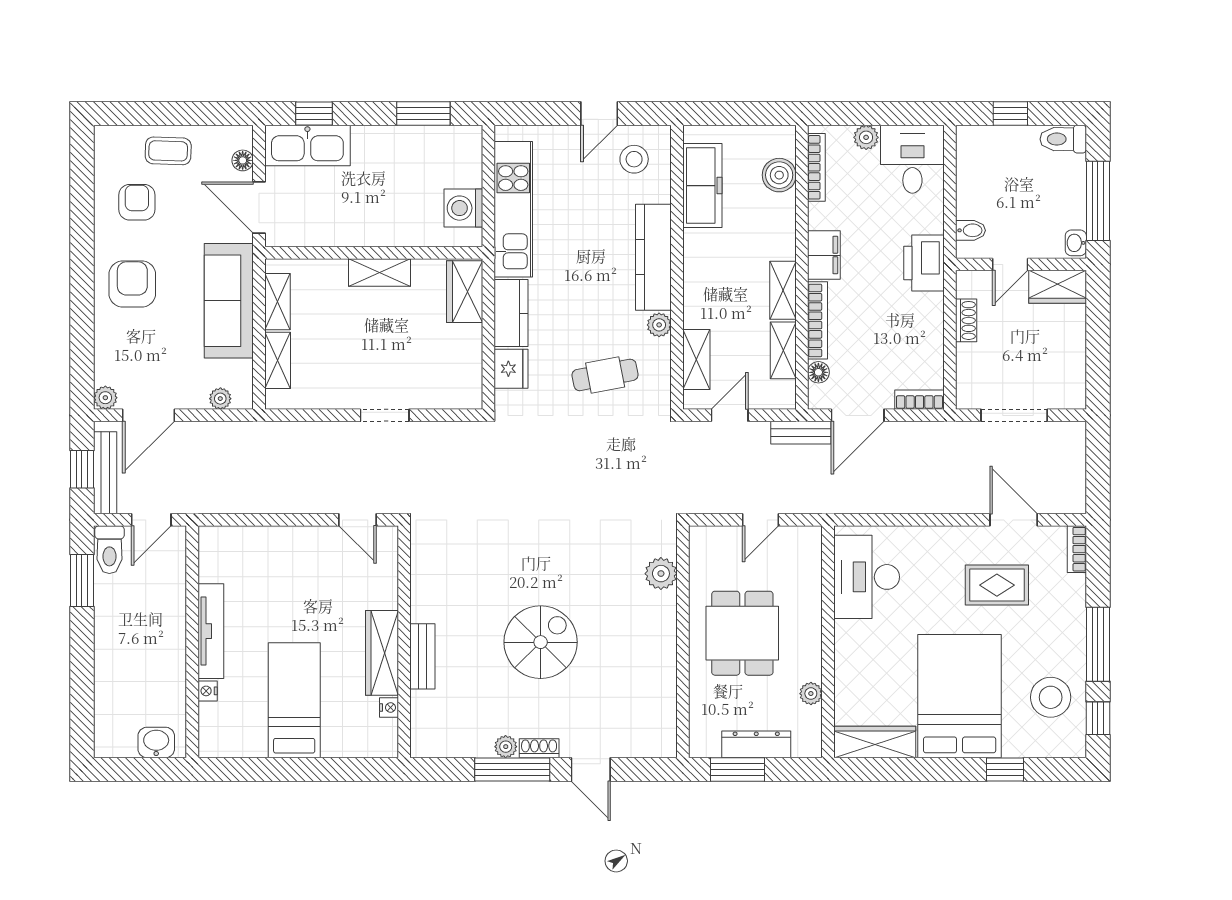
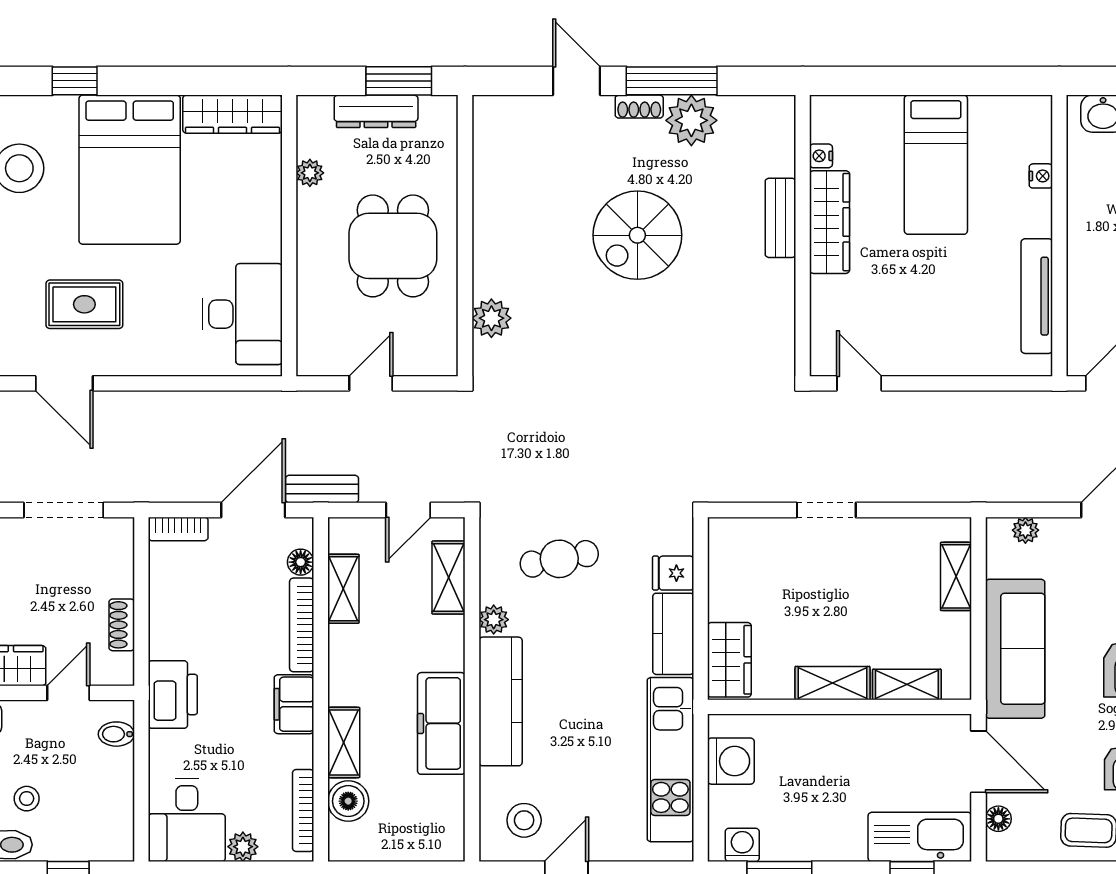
washing machine: (454, 139) -> (742, 845), added
stool: (1045, 177) -> (27, 799), added
freezer: (702, 186) -> (441, 723), moved
shelving: (783, 290) -> (344, 742), moved
shelving: (278, 302) -> (907, 685), moved, turned 90
fridge: (511, 369) -> (673, 573), width x0.72
tv unit: (211, 631) -> (1037, 296), moved
plant: (506, 747) -> (691, 120), width x1.88, depth x1.88

